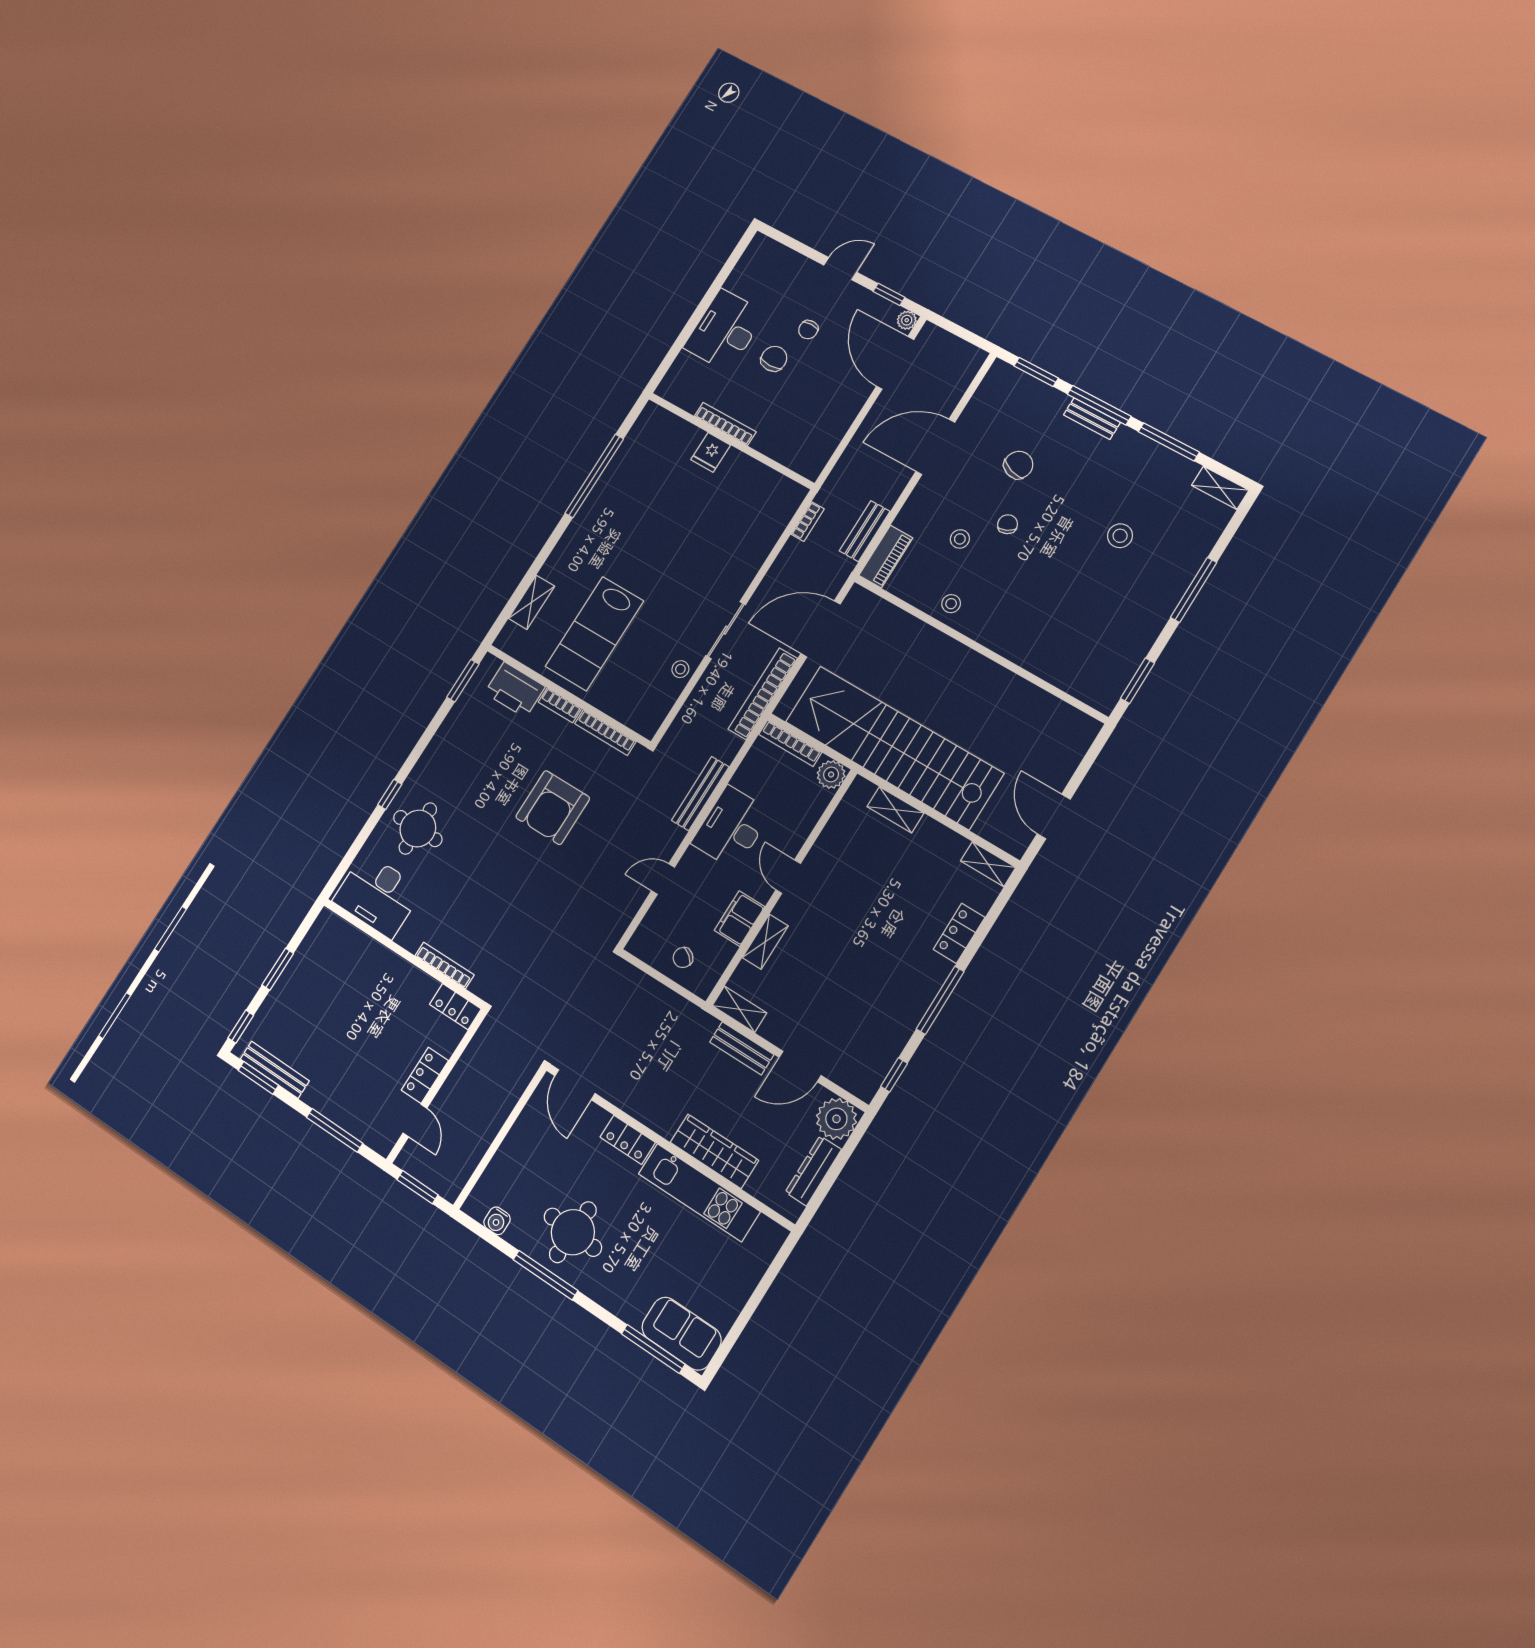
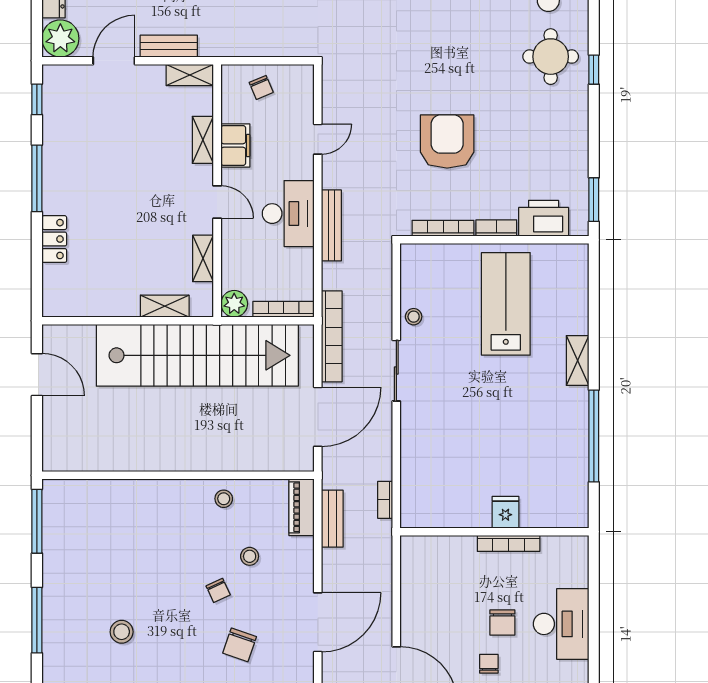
shelving: (532, 602) -> (578, 361), moved
window: (1138, 681) -> (37, 521), width x1.44
shelving: (988, 864) -> (203, 258), moved, turned 90
chair: (683, 958) -> (261, 87), turned 118

